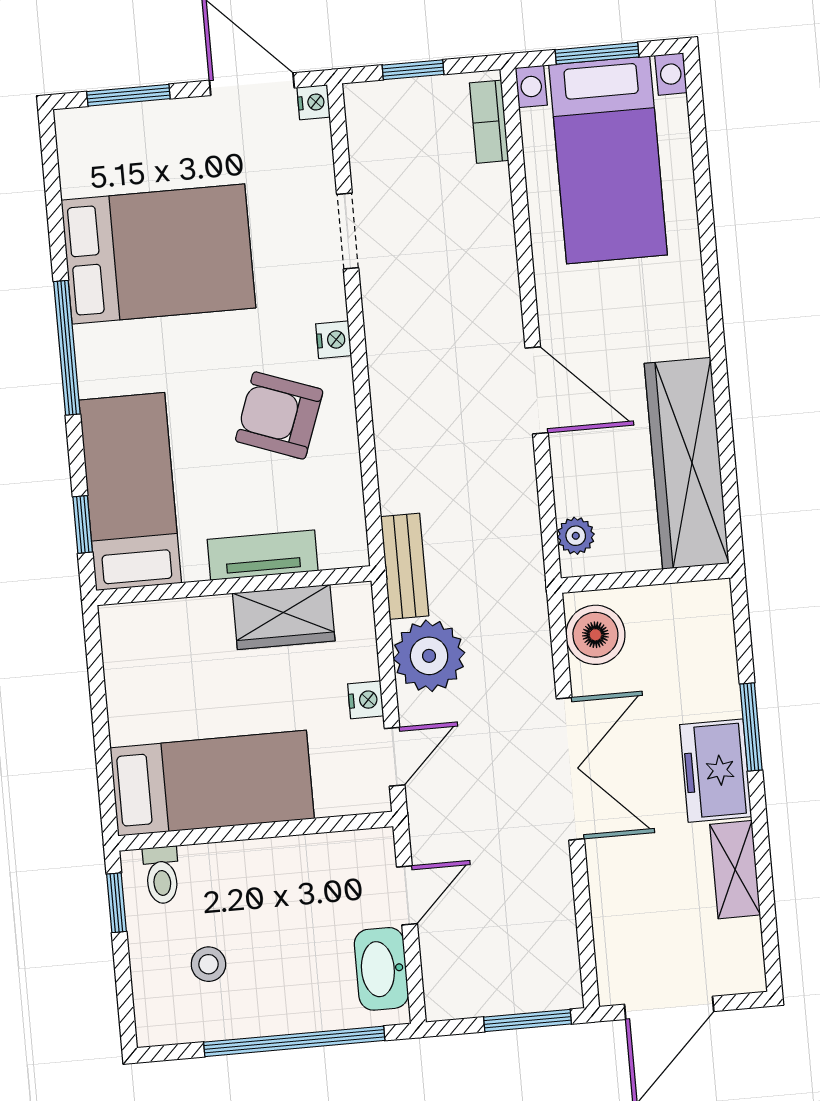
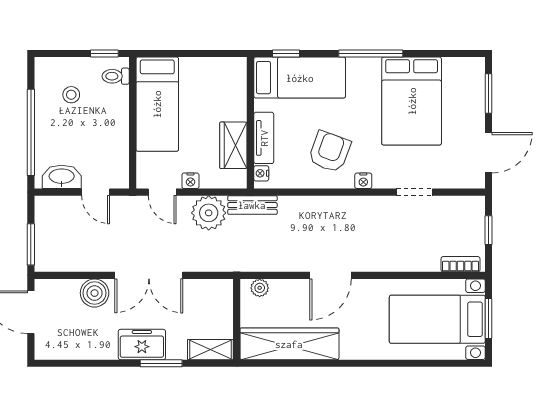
nightstand: (313, 102) -> (261, 173), moved, turned 90
boiler: (595, 635) -> (95, 293), moved
shelving: (735, 870) -> (210, 350), moved

